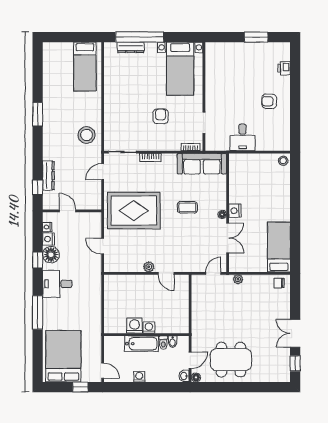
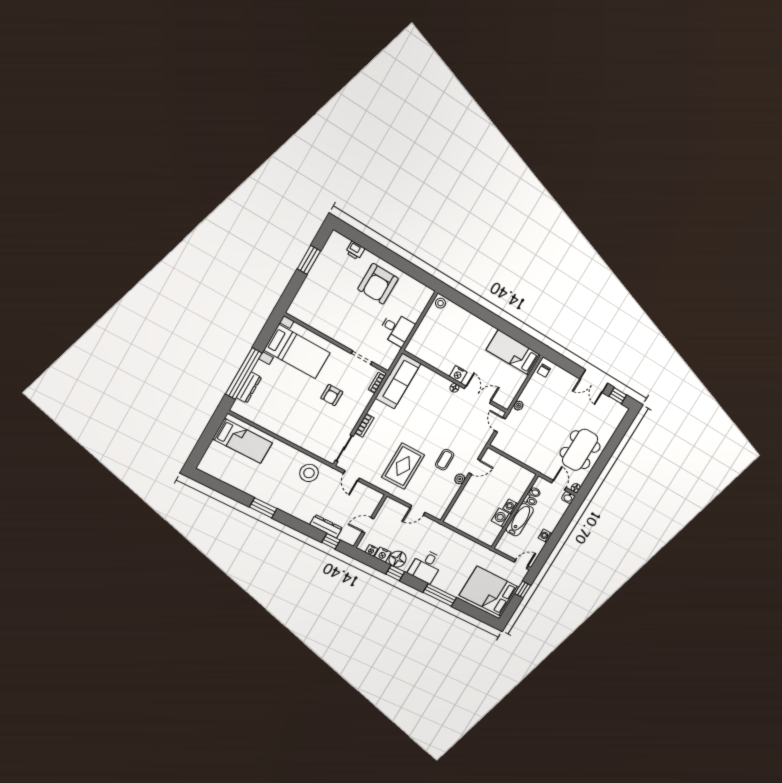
armchair: (269, 101) -> (378, 284), width x1.88, depth x1.88
armchair: (161, 116) -> (332, 395), turned -90
coffee table: (187, 207) -> (445, 460), moved
rug: (134, 211) -> (403, 466), width x0.73, depth x0.69

